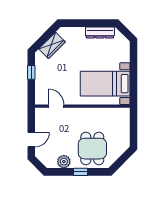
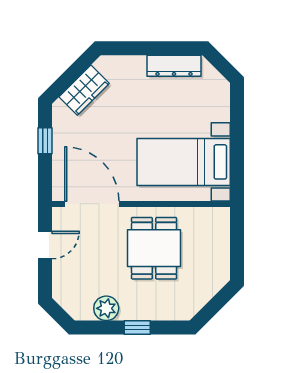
door: (56, 106) -> (92, 204), width x1.87
door: (31, 140) -> (45, 245), moved
dining table: (92, 149) -> (154, 248), moved

